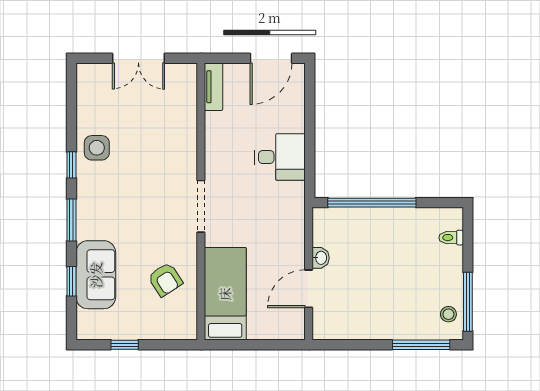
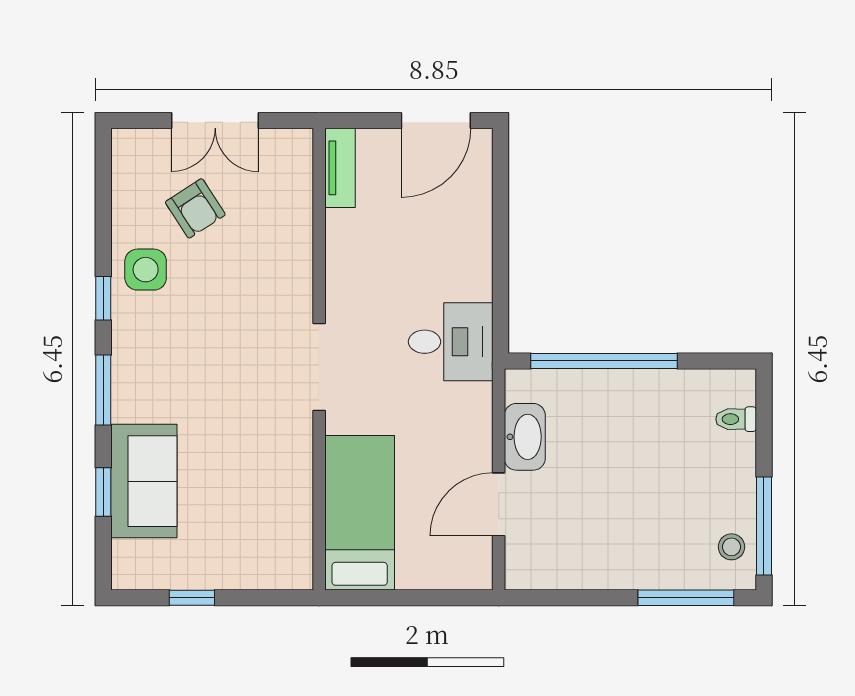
desk: (280, 157) -> (451, 342), moved
washbasin: (321, 258) -> (525, 437), width x1.91, depth x1.45
armchair: (165, 280) -> (195, 208), moved

